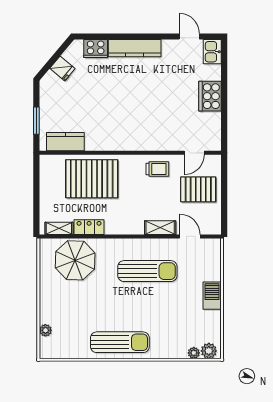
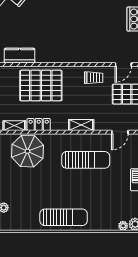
shelving: (160, 228) -> (81, 125), moved
door: (190, 236) -> (120, 132), swing flipped

